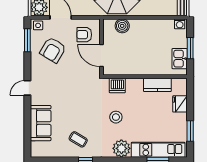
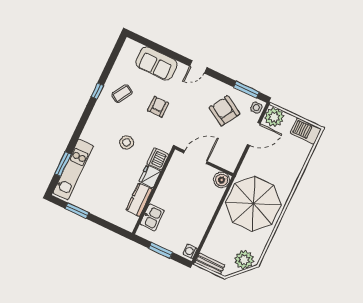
boiler: (122, 26) -> (222, 180), moved
armchair: (84, 35) -> (158, 107), moved
kitchen sink: (180, 59) -> (152, 217), moved, turned 90
door: (27, 88) -> (198, 67), swing flipped
fridge: (180, 104) -> (150, 176), moved, turned -90
plant: (121, 148) -> (92, 133), removed

